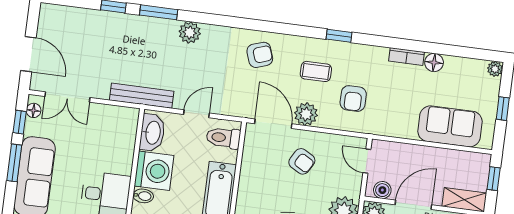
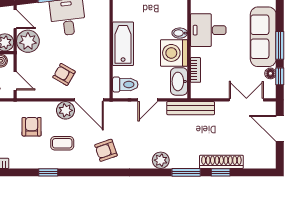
shoe rack: (111, 20) -> (221, 162), added
floor lamp: (34, 110) -> (270, 73), moved
bookcase: (129, 145) -> (196, 70), added

